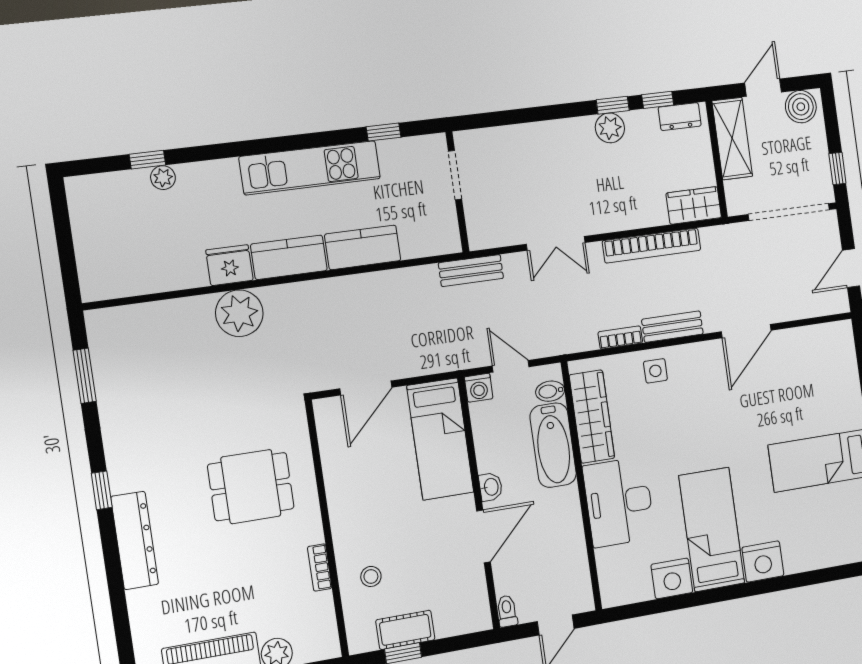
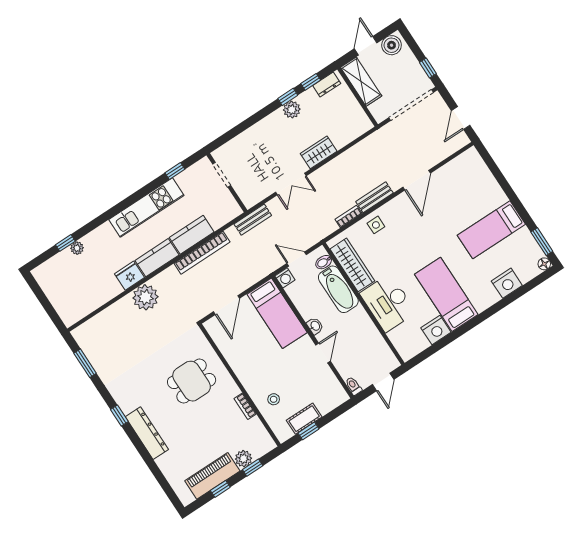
wardrobe: (694, 205) -> (319, 152), moved
bookcase: (652, 245) -> (202, 253), moved
door: (484, 536) -> (323, 353), width x0.73
nightstand: (763, 562) -> (507, 283), moved

